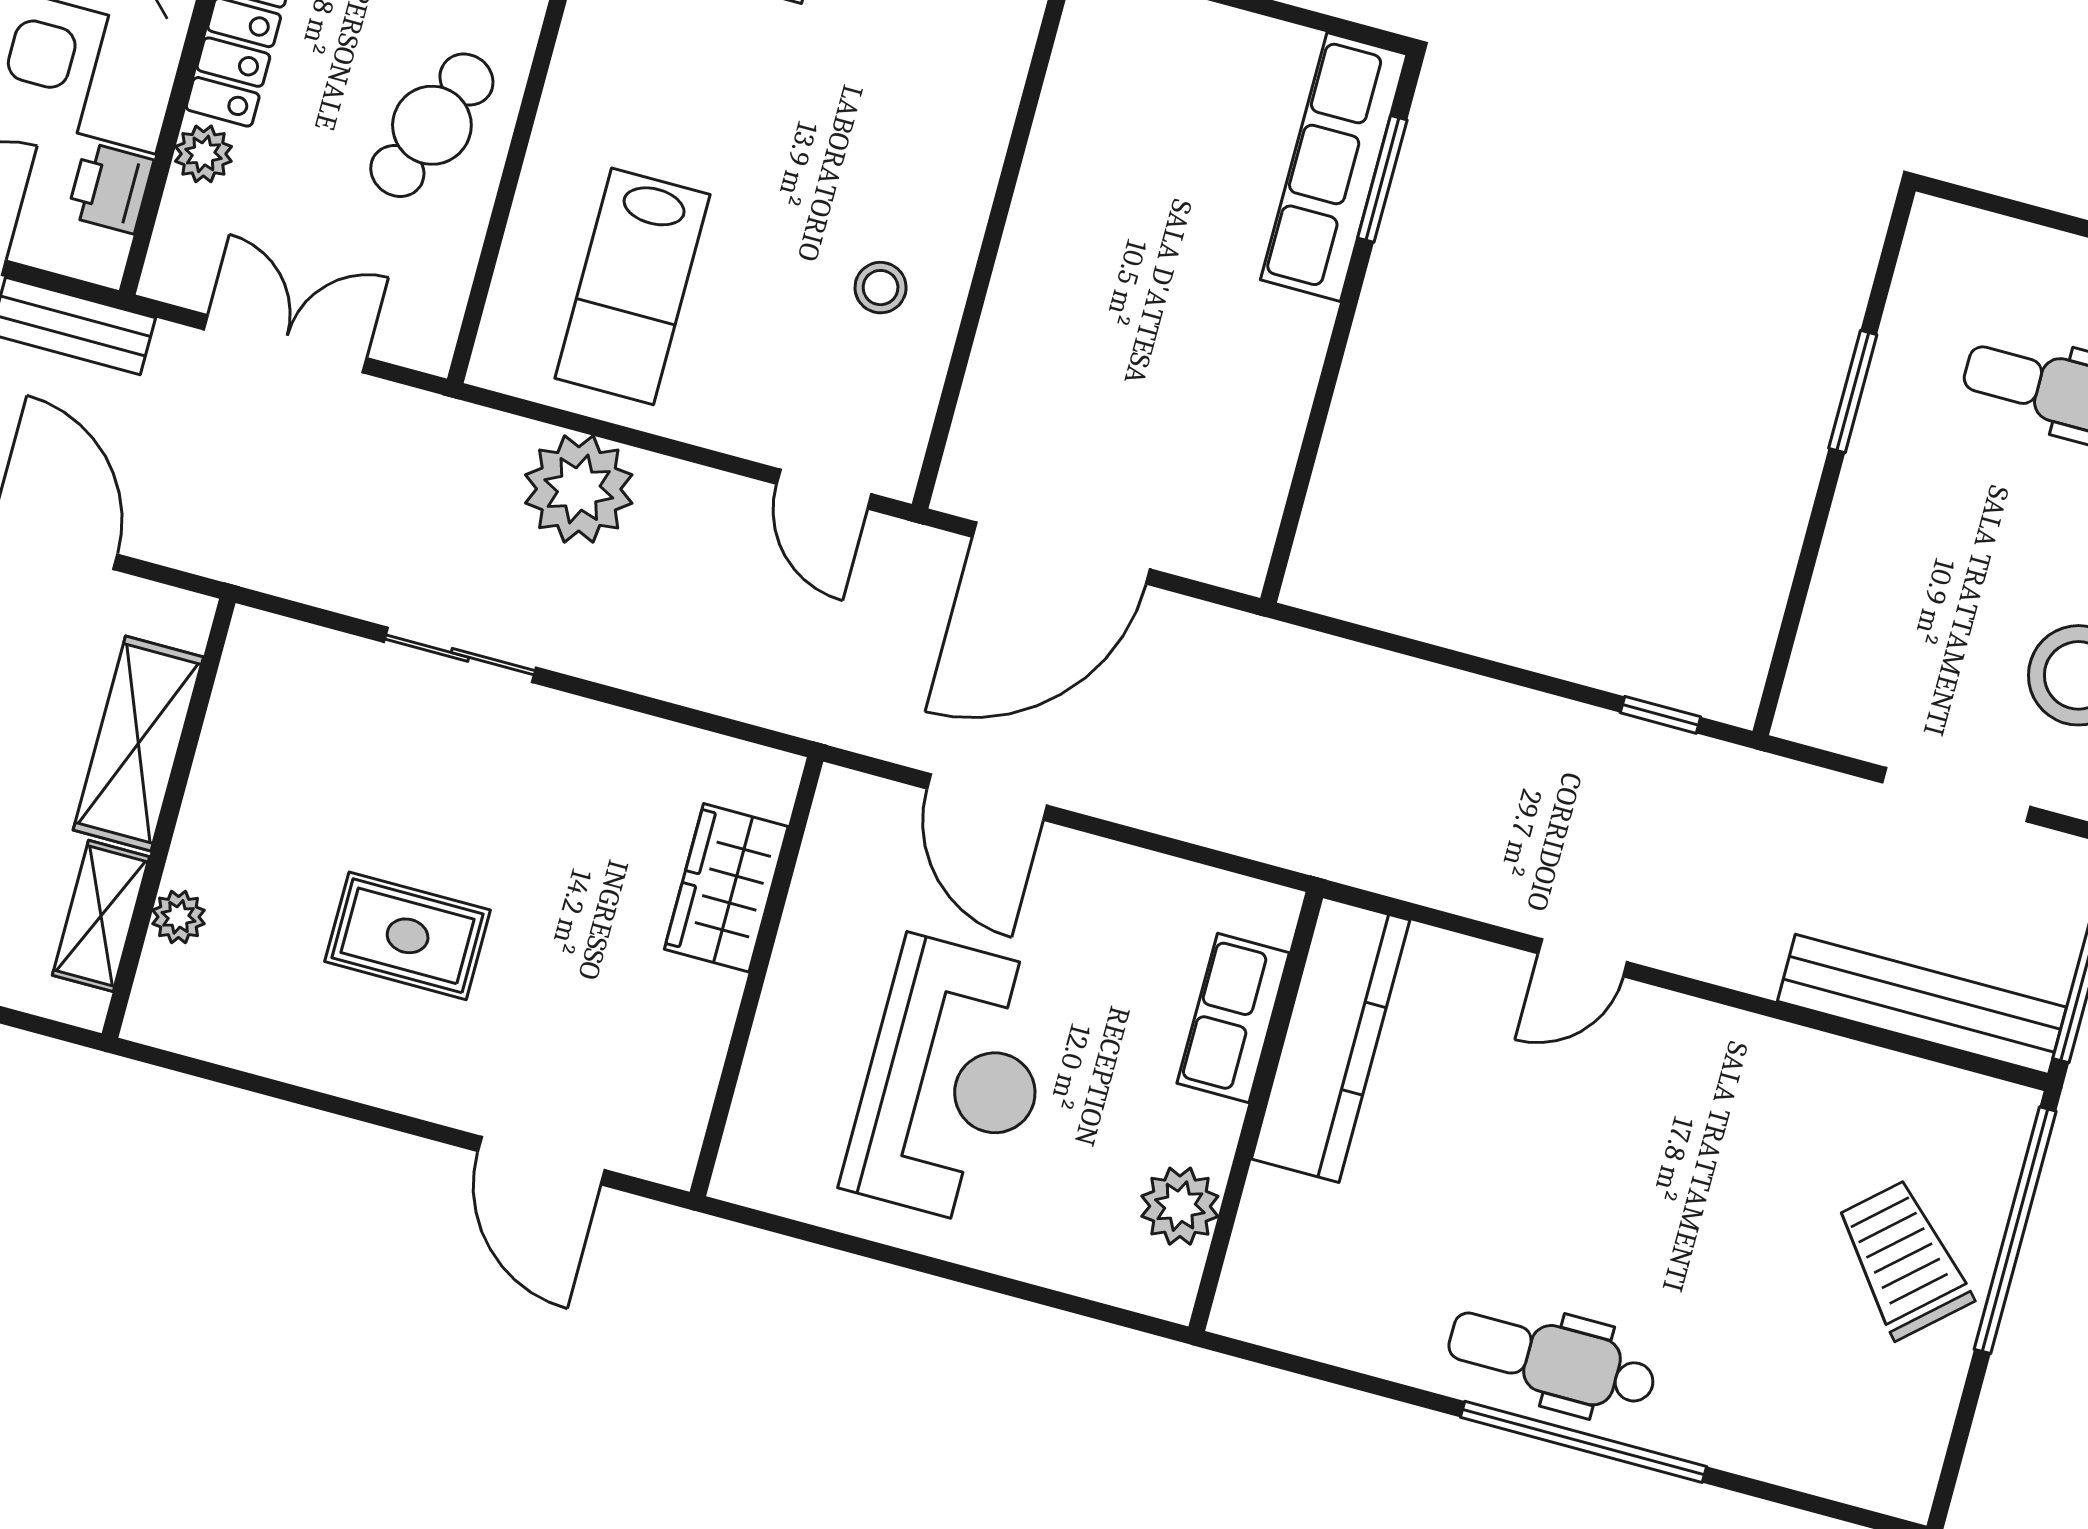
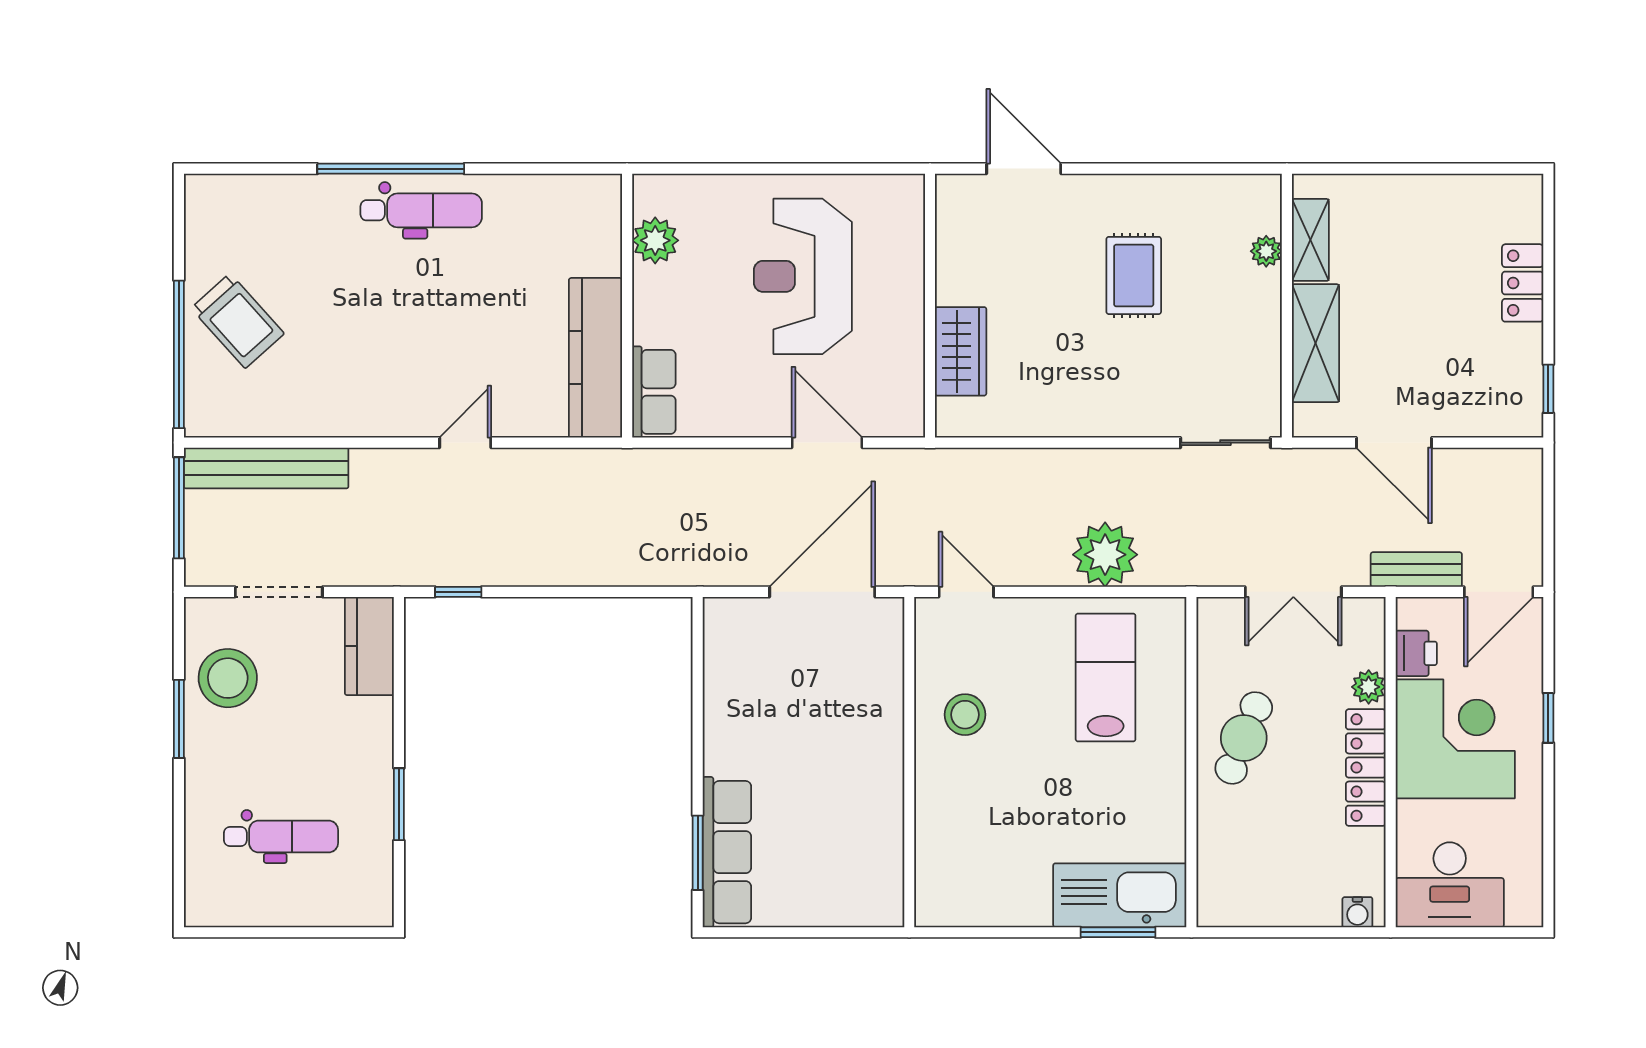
stool: (881, 288) -> (965, 715), width x1.37, depth x1.37
sliding door: (460, 655) -> (1226, 443), moved
kitchen counter: (1831, 665) -> (369, 646), added
rug: (408, 936) -> (1134, 275), turned 90
row of seats: (1233, 1018) -> (654, 392), moved

